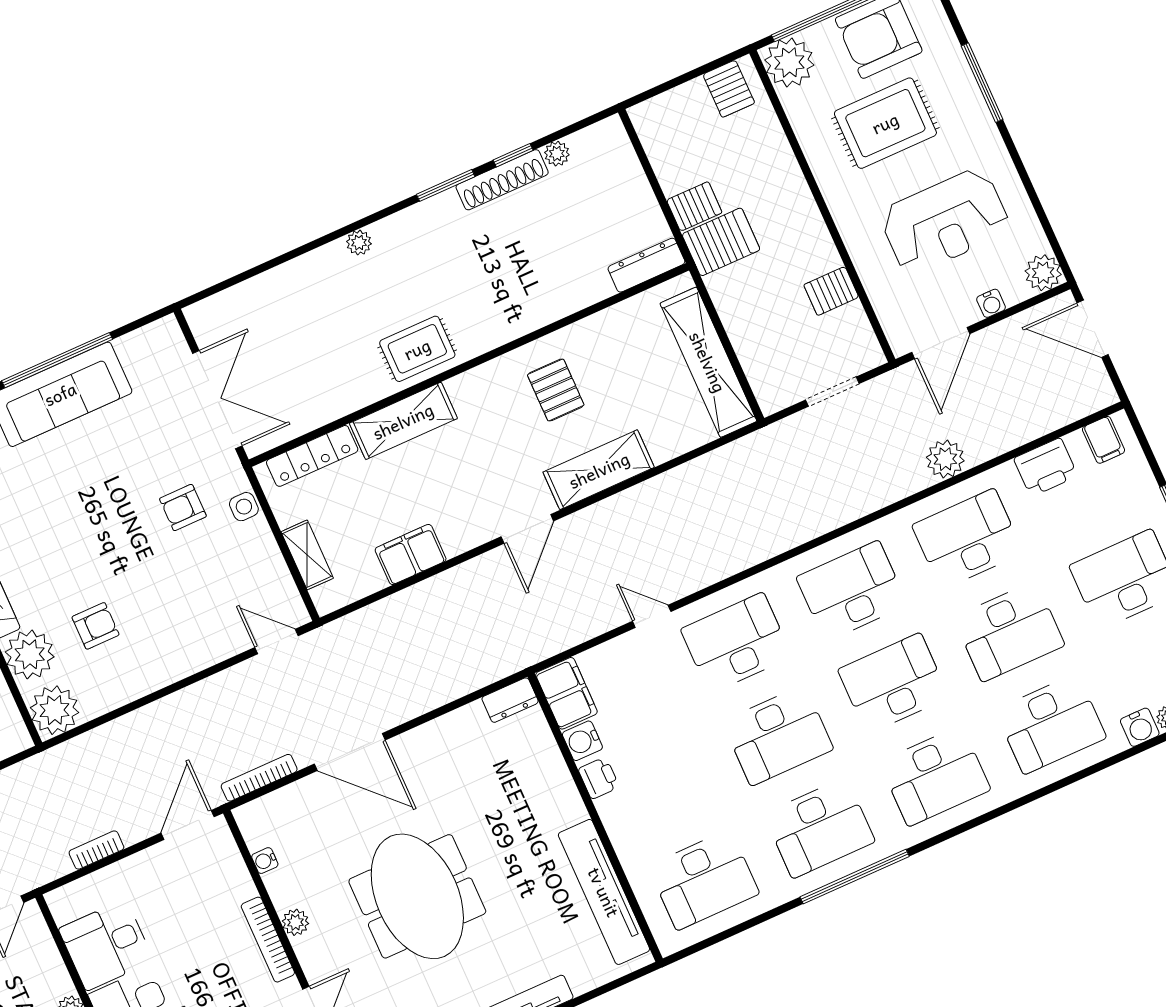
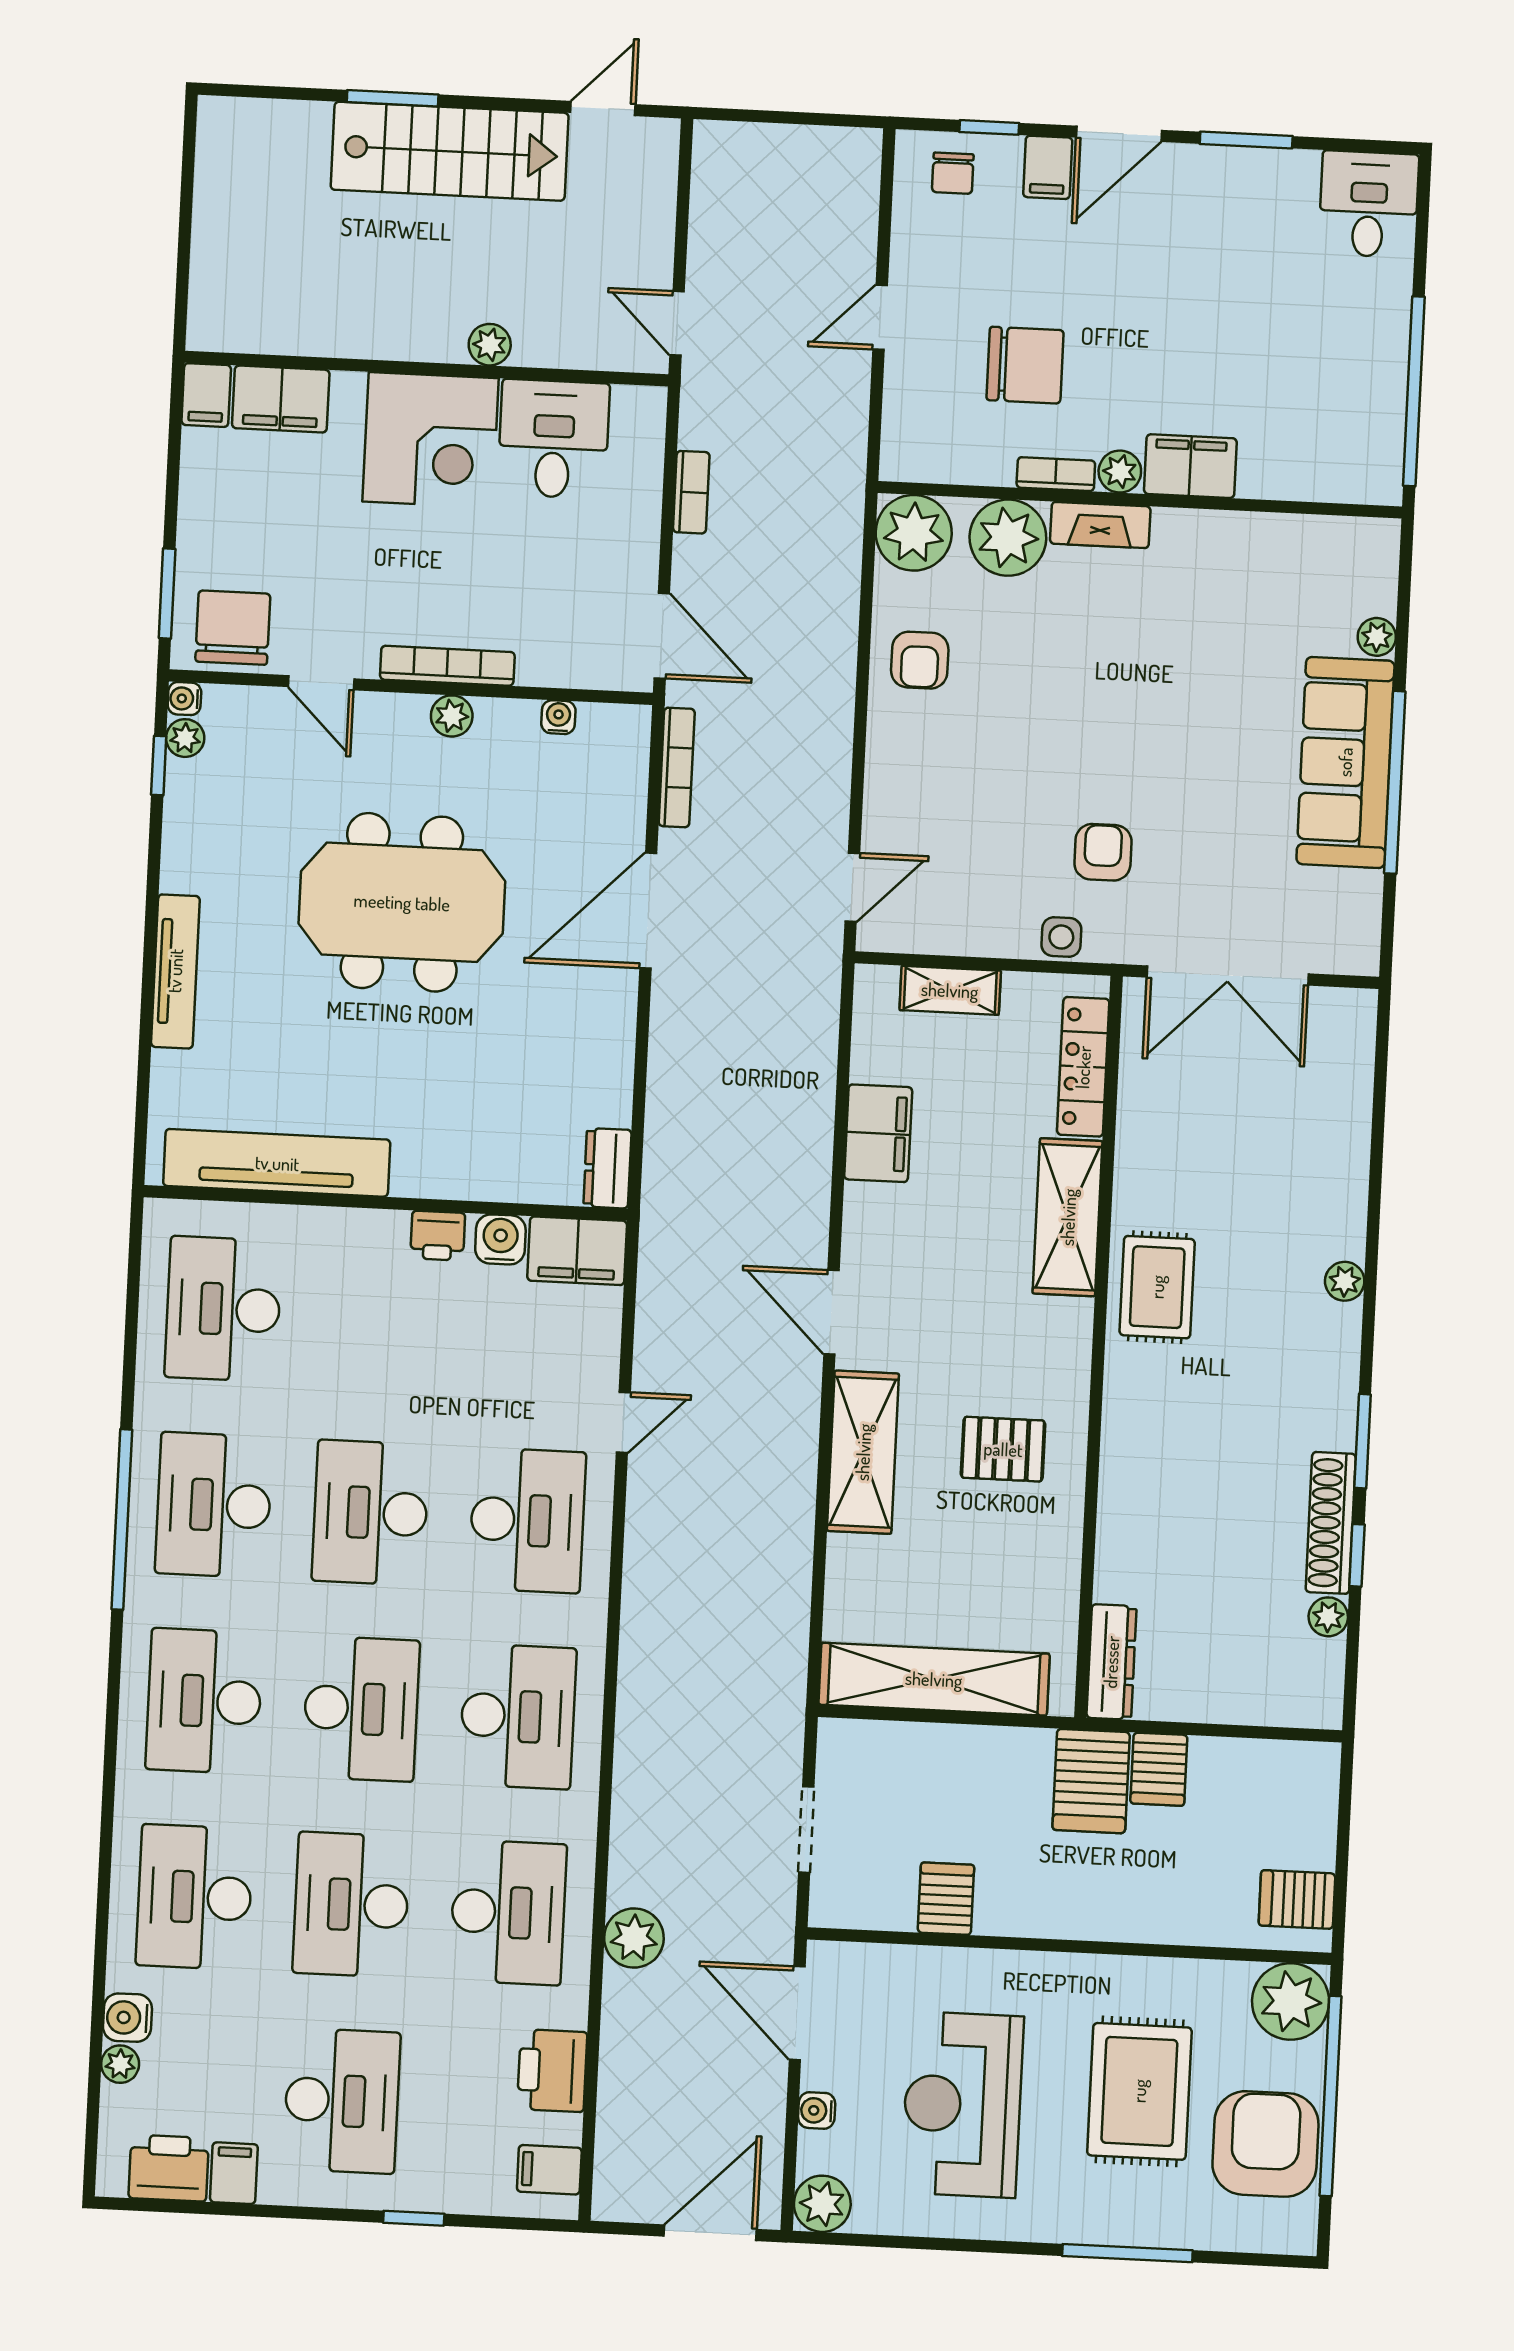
armchair: (95, 626) -> (920, 660), moved

